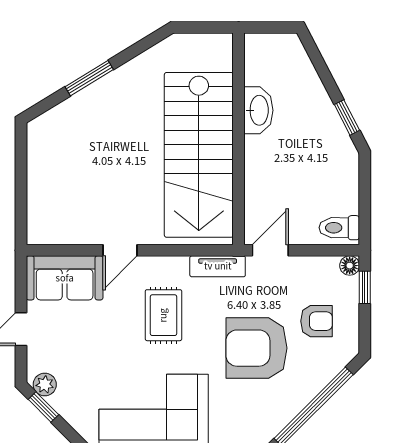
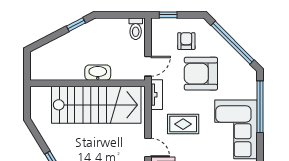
washbasin: (258, 110) -> (98, 73), moved
door: (270, 250) -> (148, 66), swing flipped
floor lamp: (350, 266) -> (156, 23), removed
armchair: (256, 348) -> (201, 74), turned 90

